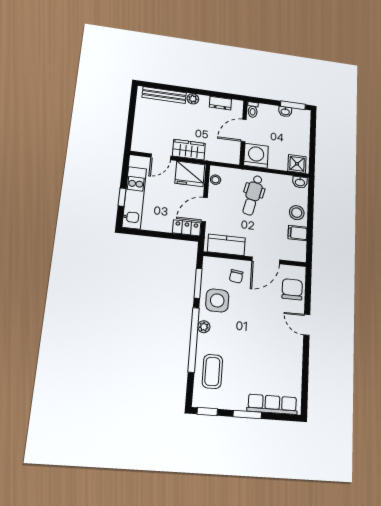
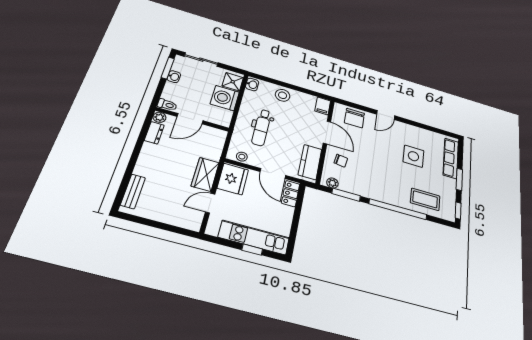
bench: (164, 95) -> (133, 191), width x0.73
plant: (193, 99) -> (159, 117), moved
door: (244, 130) -> (190, 119), hinge flipped
sliding door: (313, 133) -> (201, 60), added
washing machine: (256, 156) -> (225, 98), moved
door: (161, 157) -> (210, 203), swing flipped
dental chair: (253, 195) -> (262, 127), turned 77
filing cabinet: (298, 233) -> (323, 106), moved
chair: (292, 289) -> (354, 118), turned -90
side table: (217, 300) -> (413, 156), moved
plant: (204, 327) -> (332, 183), moved

